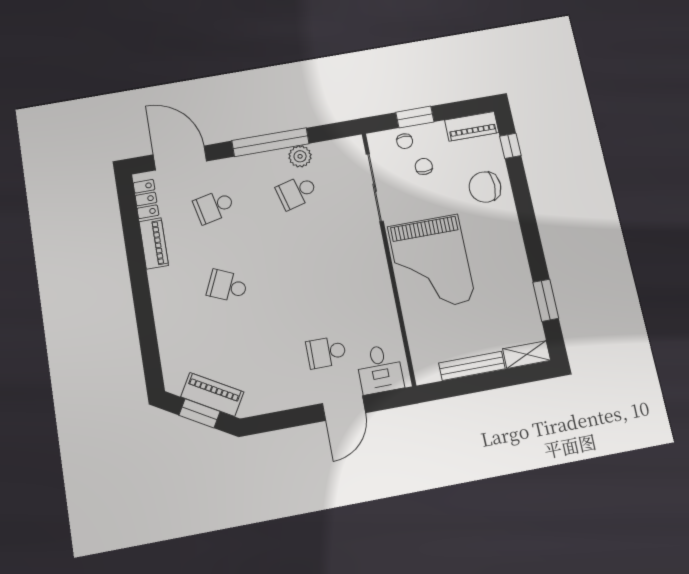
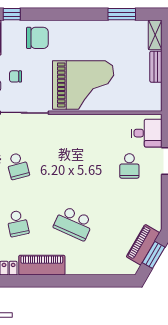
chair: (485, 187) -> (37, 38), turned -90
piano: (154, 243) -> (42, 265), width x1.37, depth x1.33
school desk: (227, 286) -> (73, 223), width x1.85
bench: (472, 366) -> (156, 67), width x0.73

